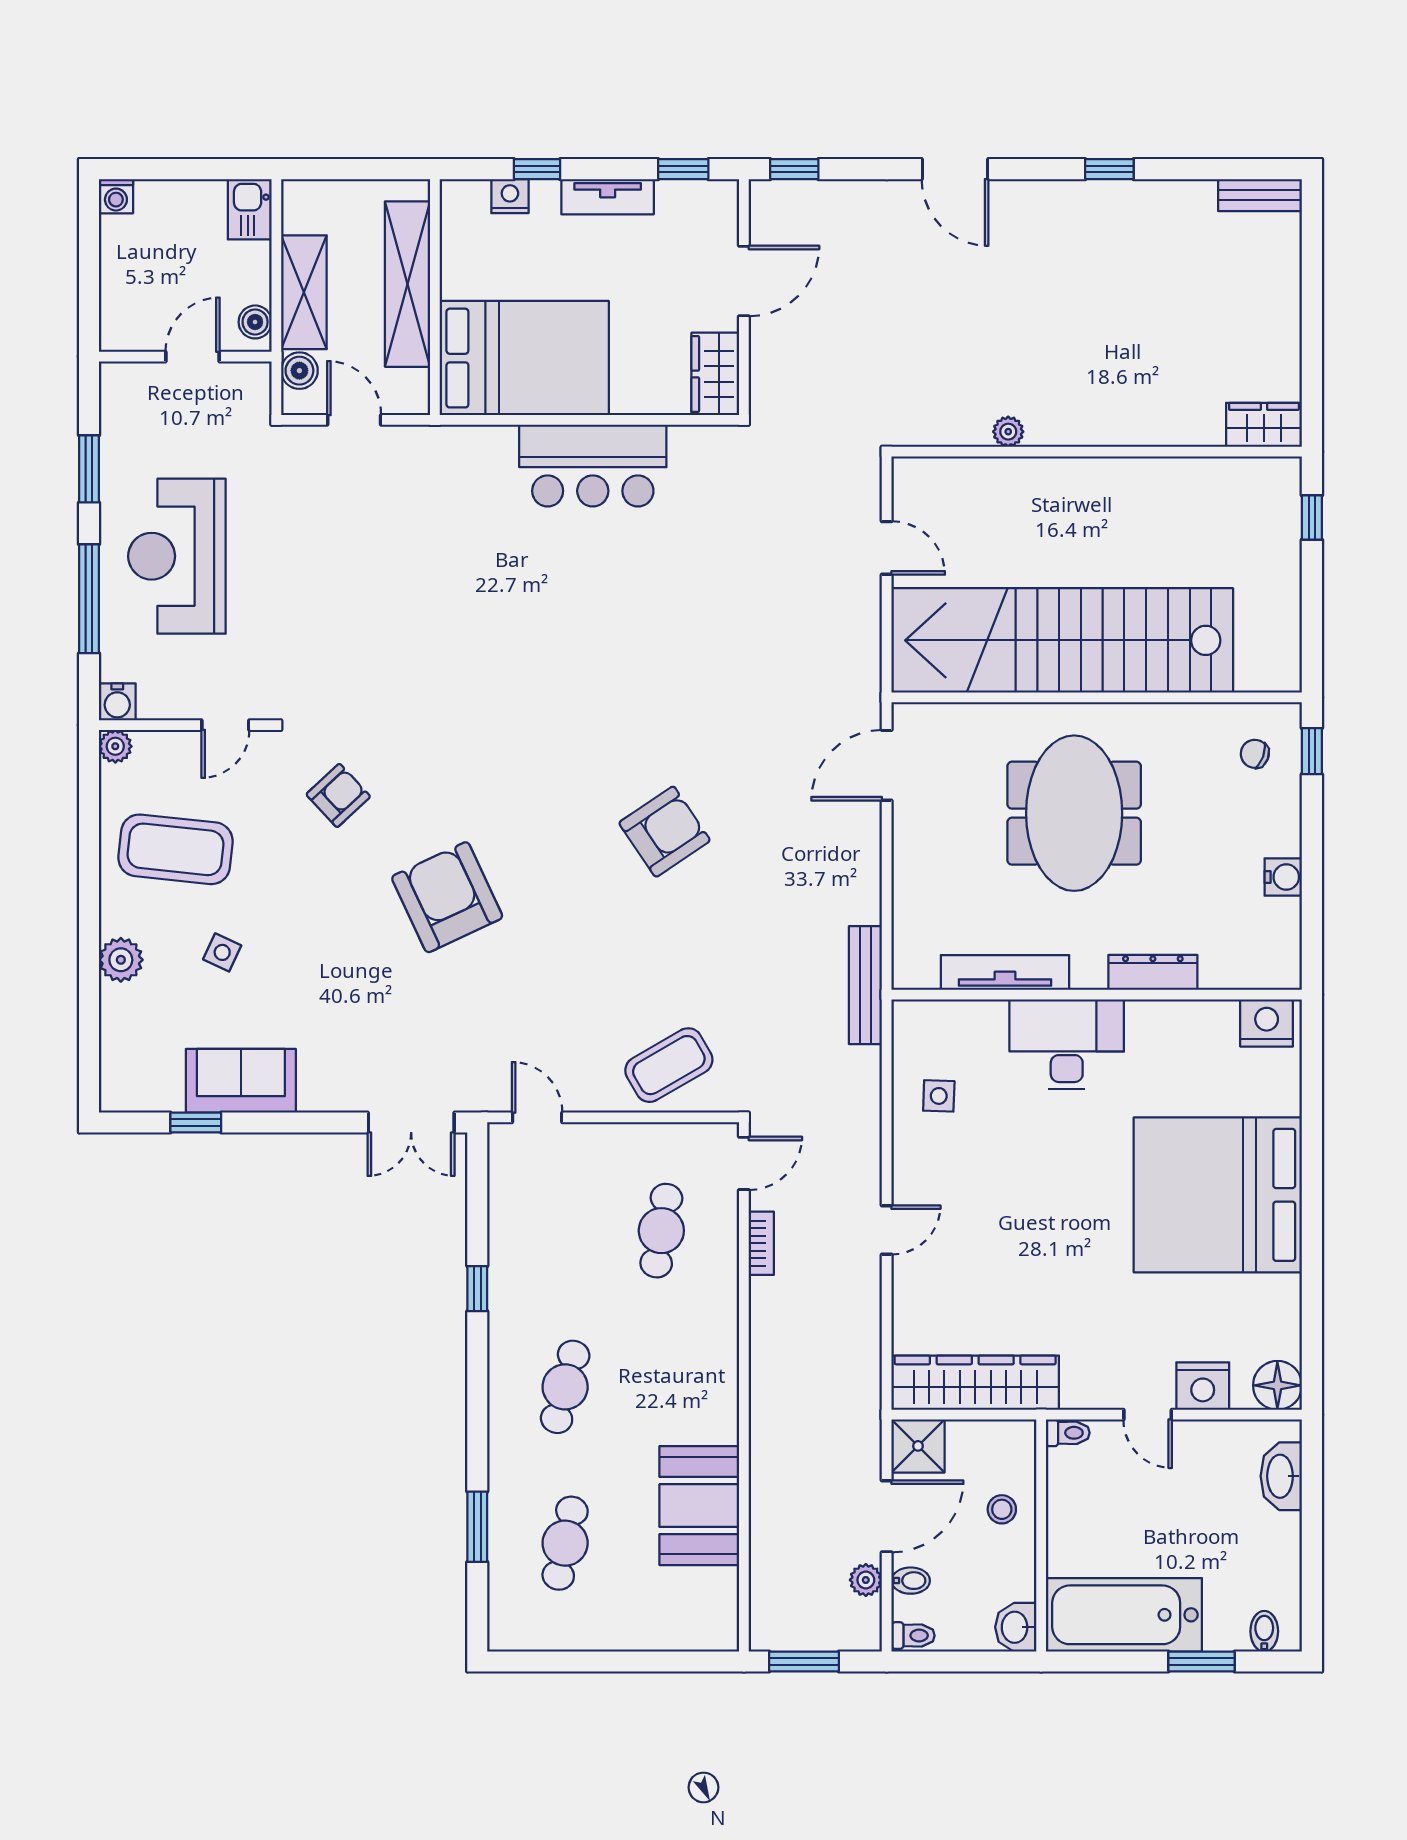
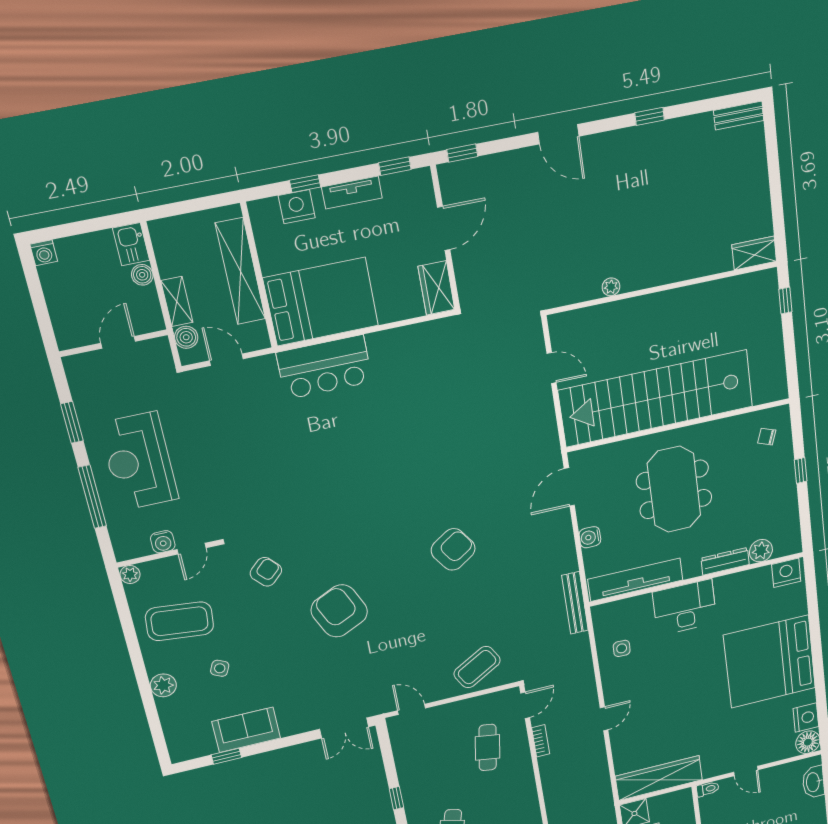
nightstand: (510, 196) -> (297, 207), width x1.36, depth x1.33
shelving: (304, 292) -> (177, 301), width x0.67, depth x0.75
boiler: (255, 322) -> (142, 275), moved
bar counter: (593, 466) -> (324, 367), moved
water cooler: (117, 702) -> (163, 542), moved
window: (1312, 751) -> (801, 470), moved
water cooler: (1283, 877) -> (590, 537), moved, turned 180
plant: (1223, 968) -> (761, 551), added
tv unit: (1005, 972) -> (635, 580), width x1.36, depth x1.29
nightstand: (1203, 1386) -> (806, 718), moved, turned -90

